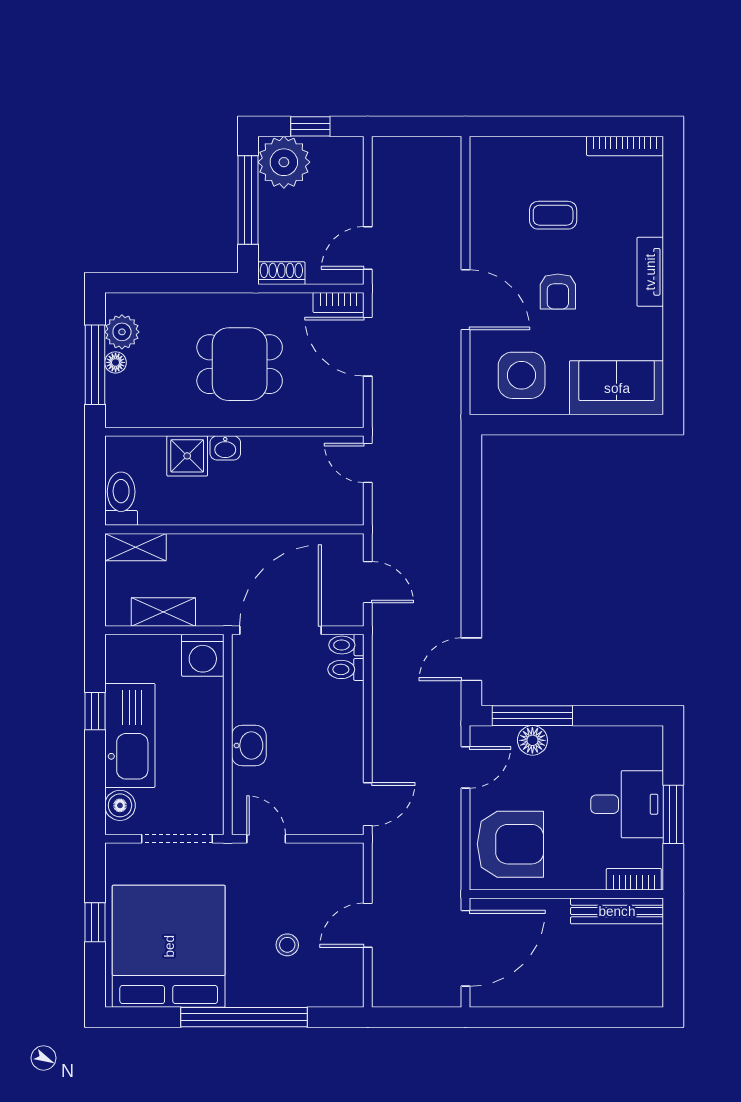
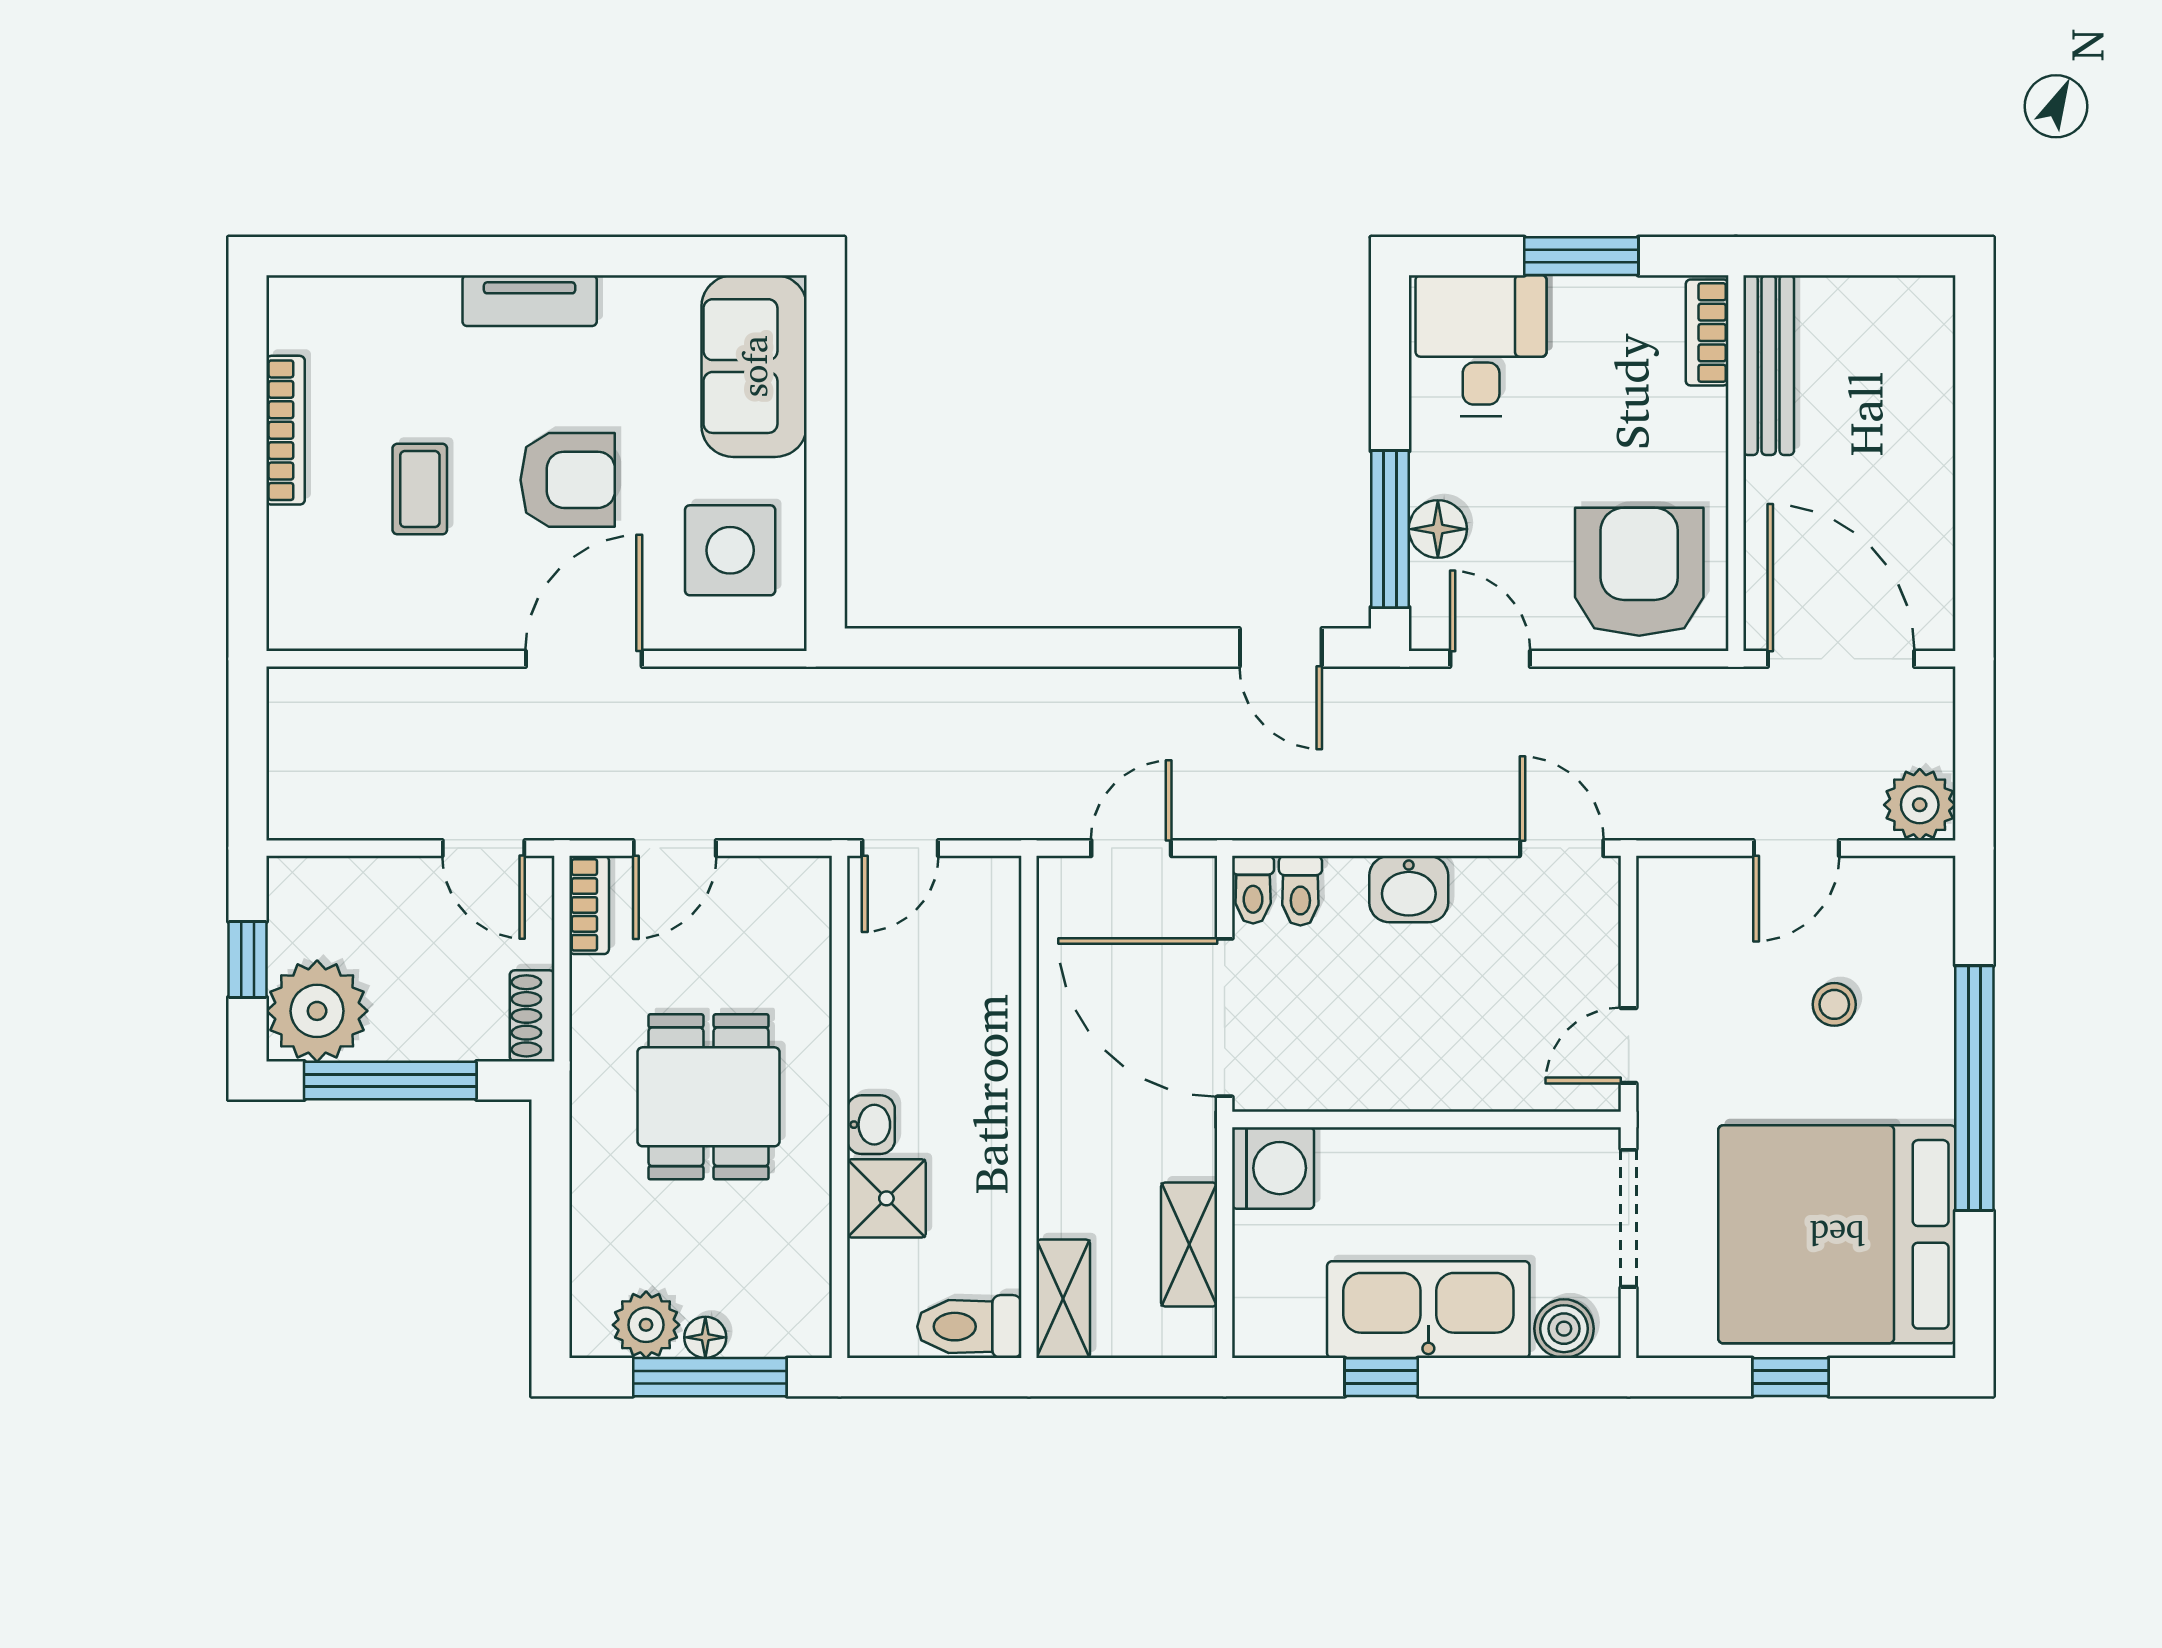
bookcase: (625, 146) -> (286, 430), moved
armchair: (558, 291) -> (568, 480), width x1.38, depth x1.38
door: (368, 347) -> (675, 848), width x0.73
washbasin: (249, 746) -> (1409, 889), moved, turned 180
desk: (627, 804) -> (1481, 346), moved
door: (368, 925) -> (1796, 848), hinge flipped
plant: (390, 989) -> (1920, 805), added

